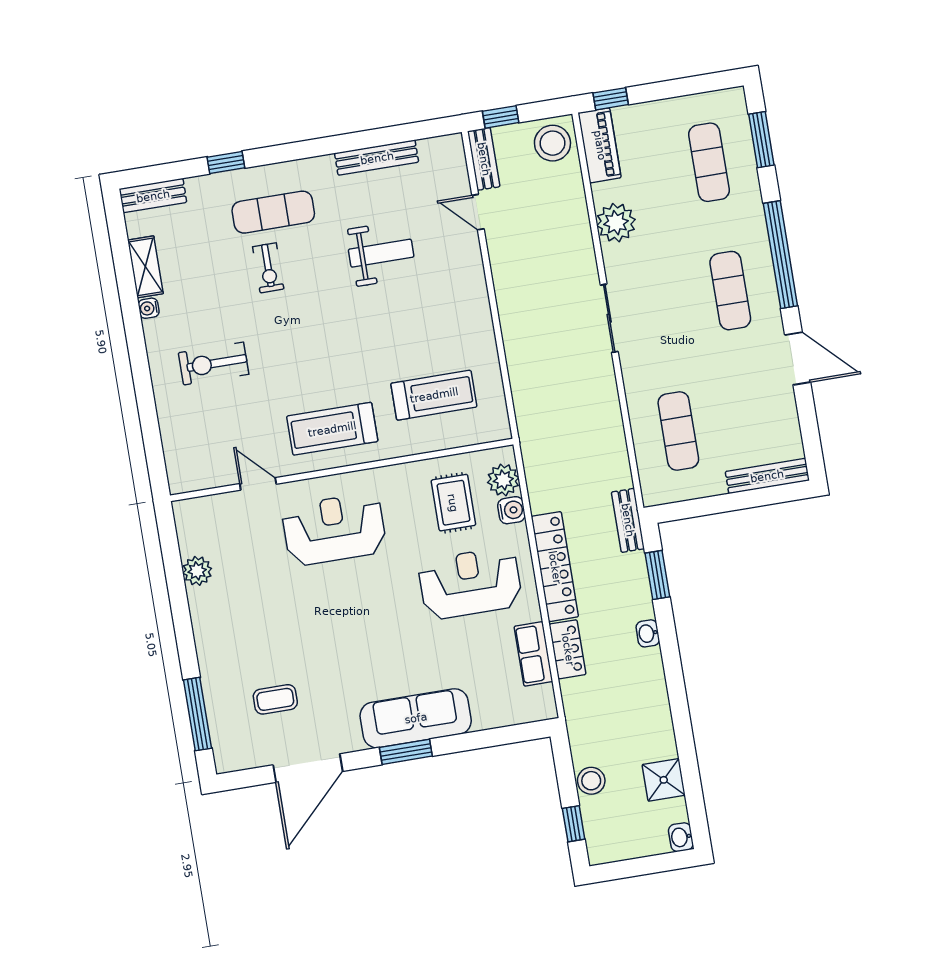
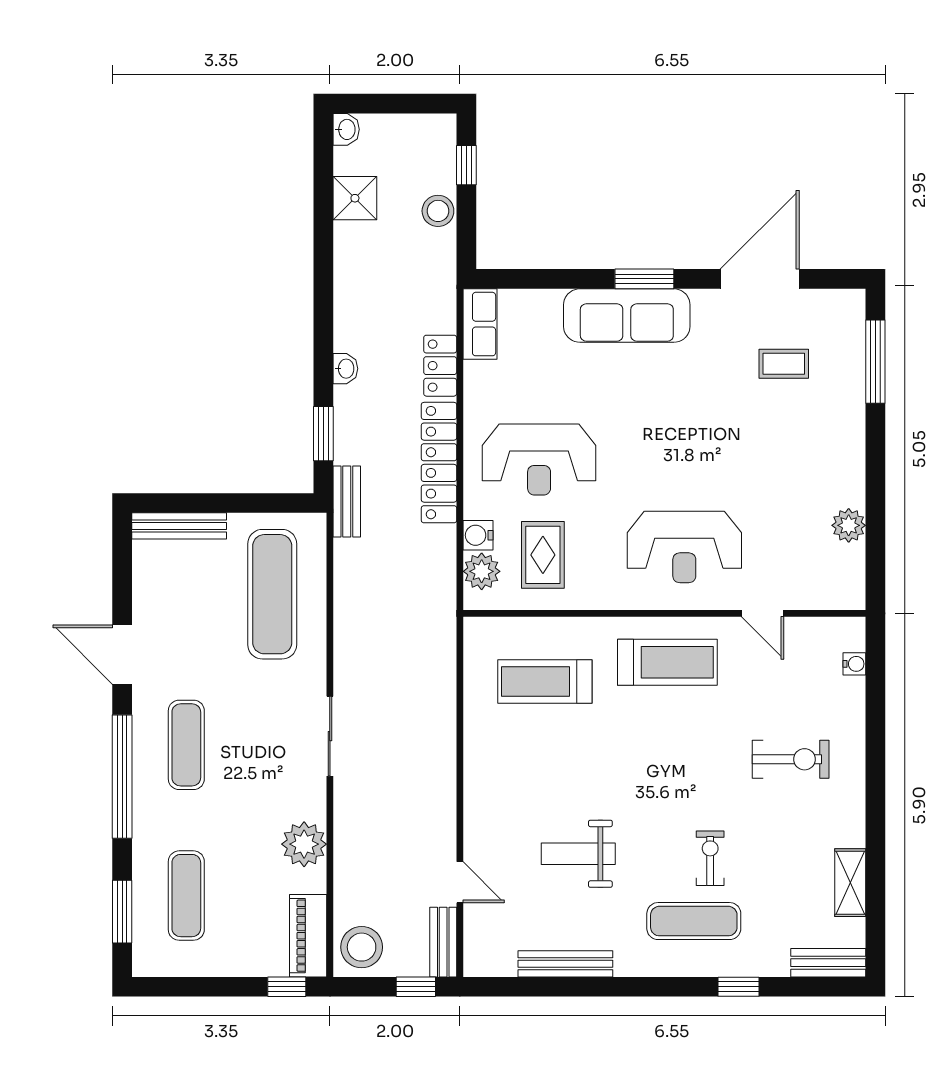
water cooler: (149, 308) -> (854, 664), moved
exercise mat: (678, 431) -> (272, 594), width x1.36, depth x1.45
row of seats: (533, 654) -> (480, 324), moved

